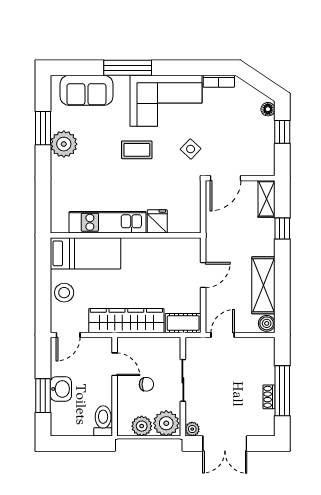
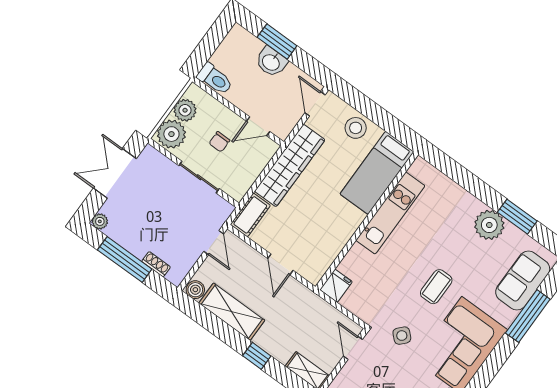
window: (128, 68) -> (528, 316), moved
door: (225, 178) -> (353, 348), width x0.73
fridge: (157, 221) -> (336, 286), moved, turned -90
window: (282, 228) -> (257, 356), moved
shoe rack: (269, 397) -> (156, 264), moved
plant: (192, 429) -> (100, 221), moved

